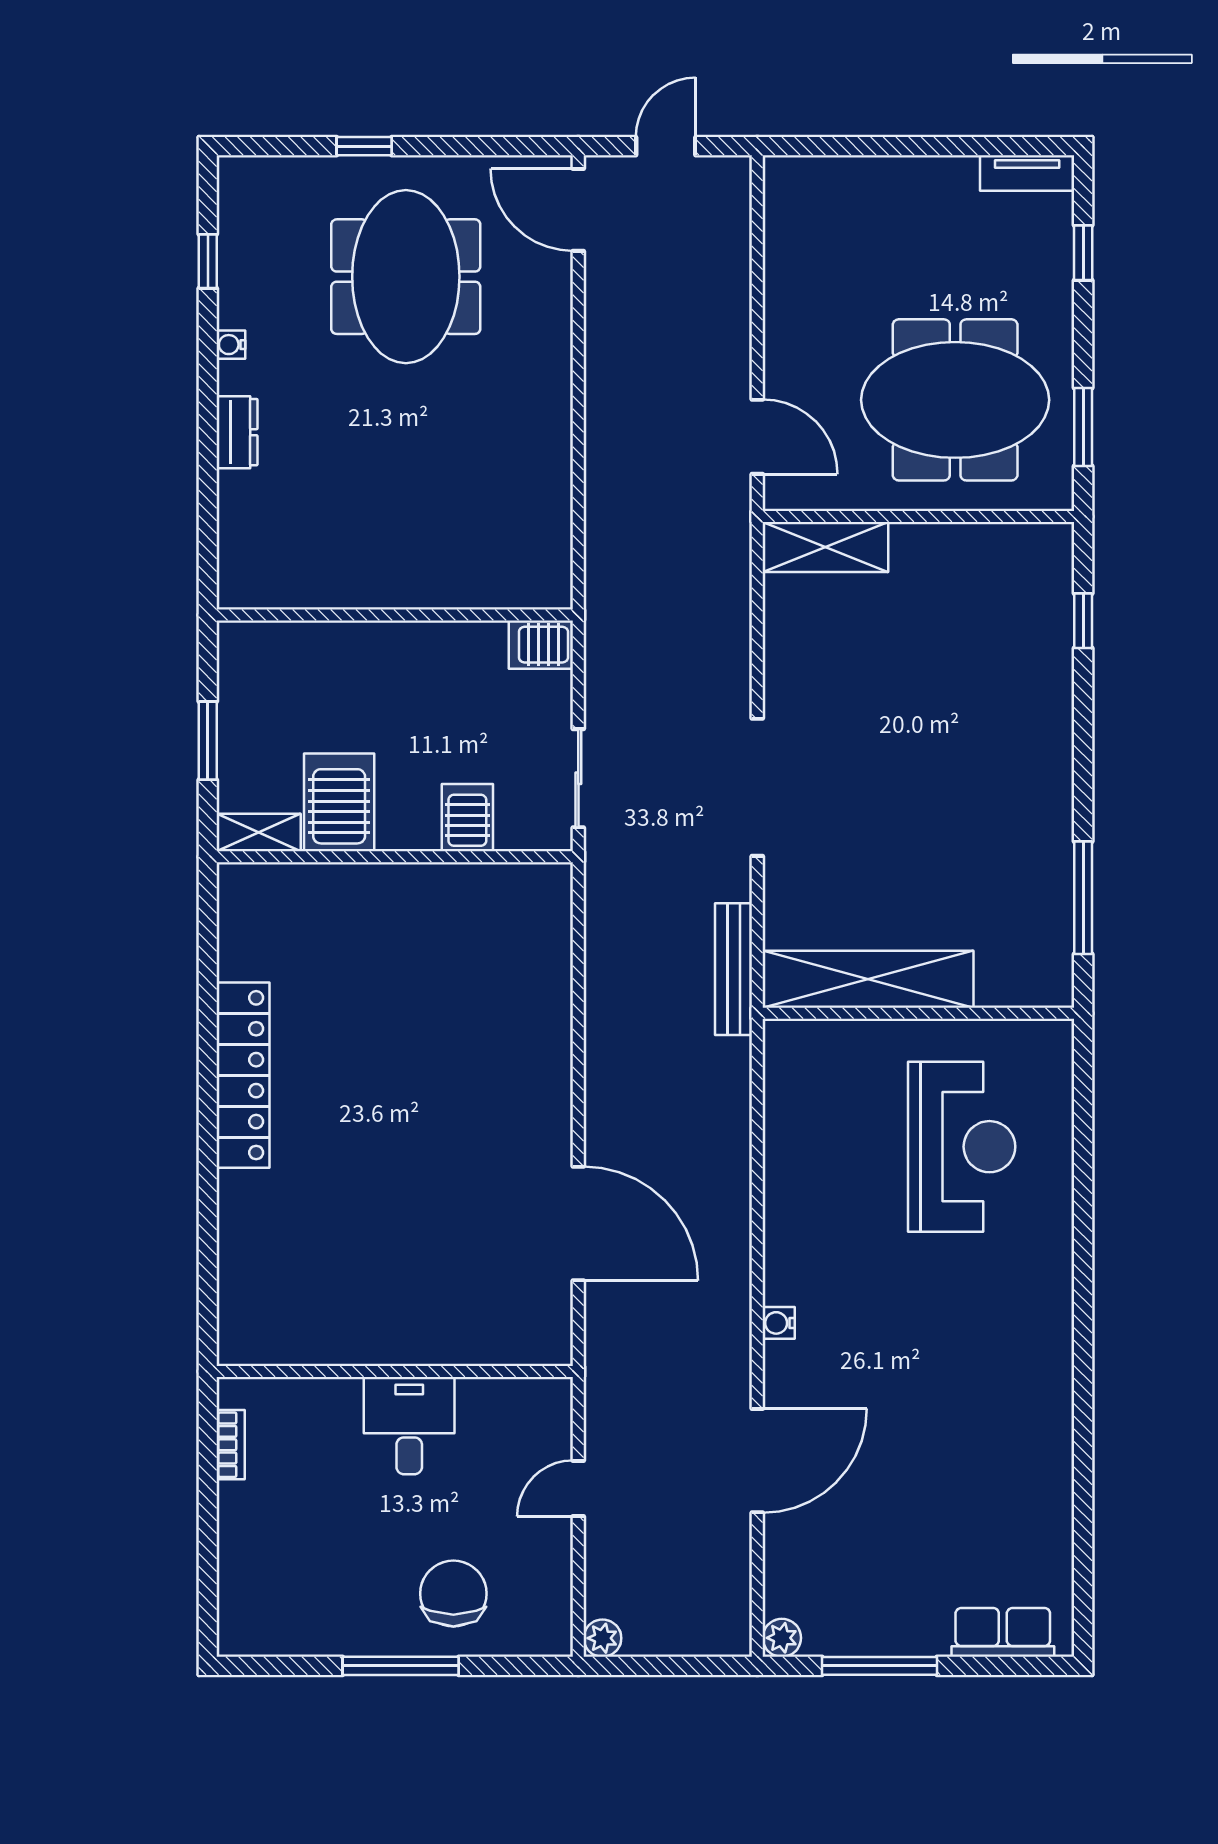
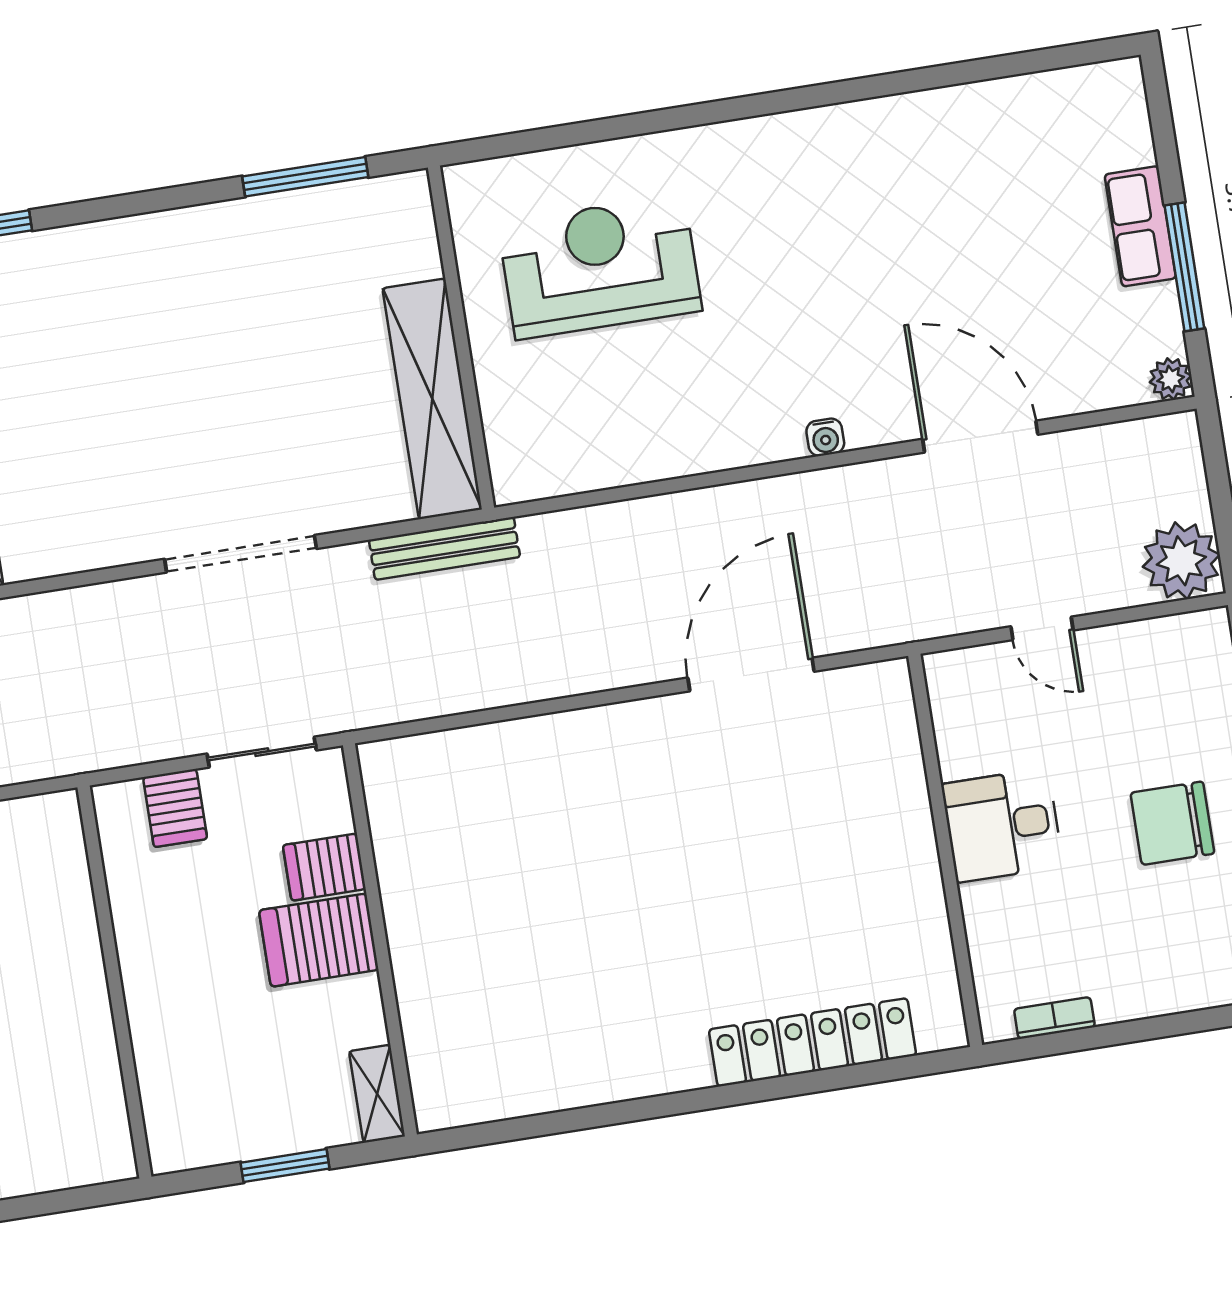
server rack: (541, 645) -> (175, 808), moved
server rack: (339, 802) -> (319, 940), moved
locker: (243, 1075) -> (812, 1042), moved
chair: (453, 1594) -> (1172, 823), moved
row of seats: (1003, 1632) -> (1140, 226), moved
plant: (602, 1638) -> (1181, 561), width x1.88, depth x1.88

